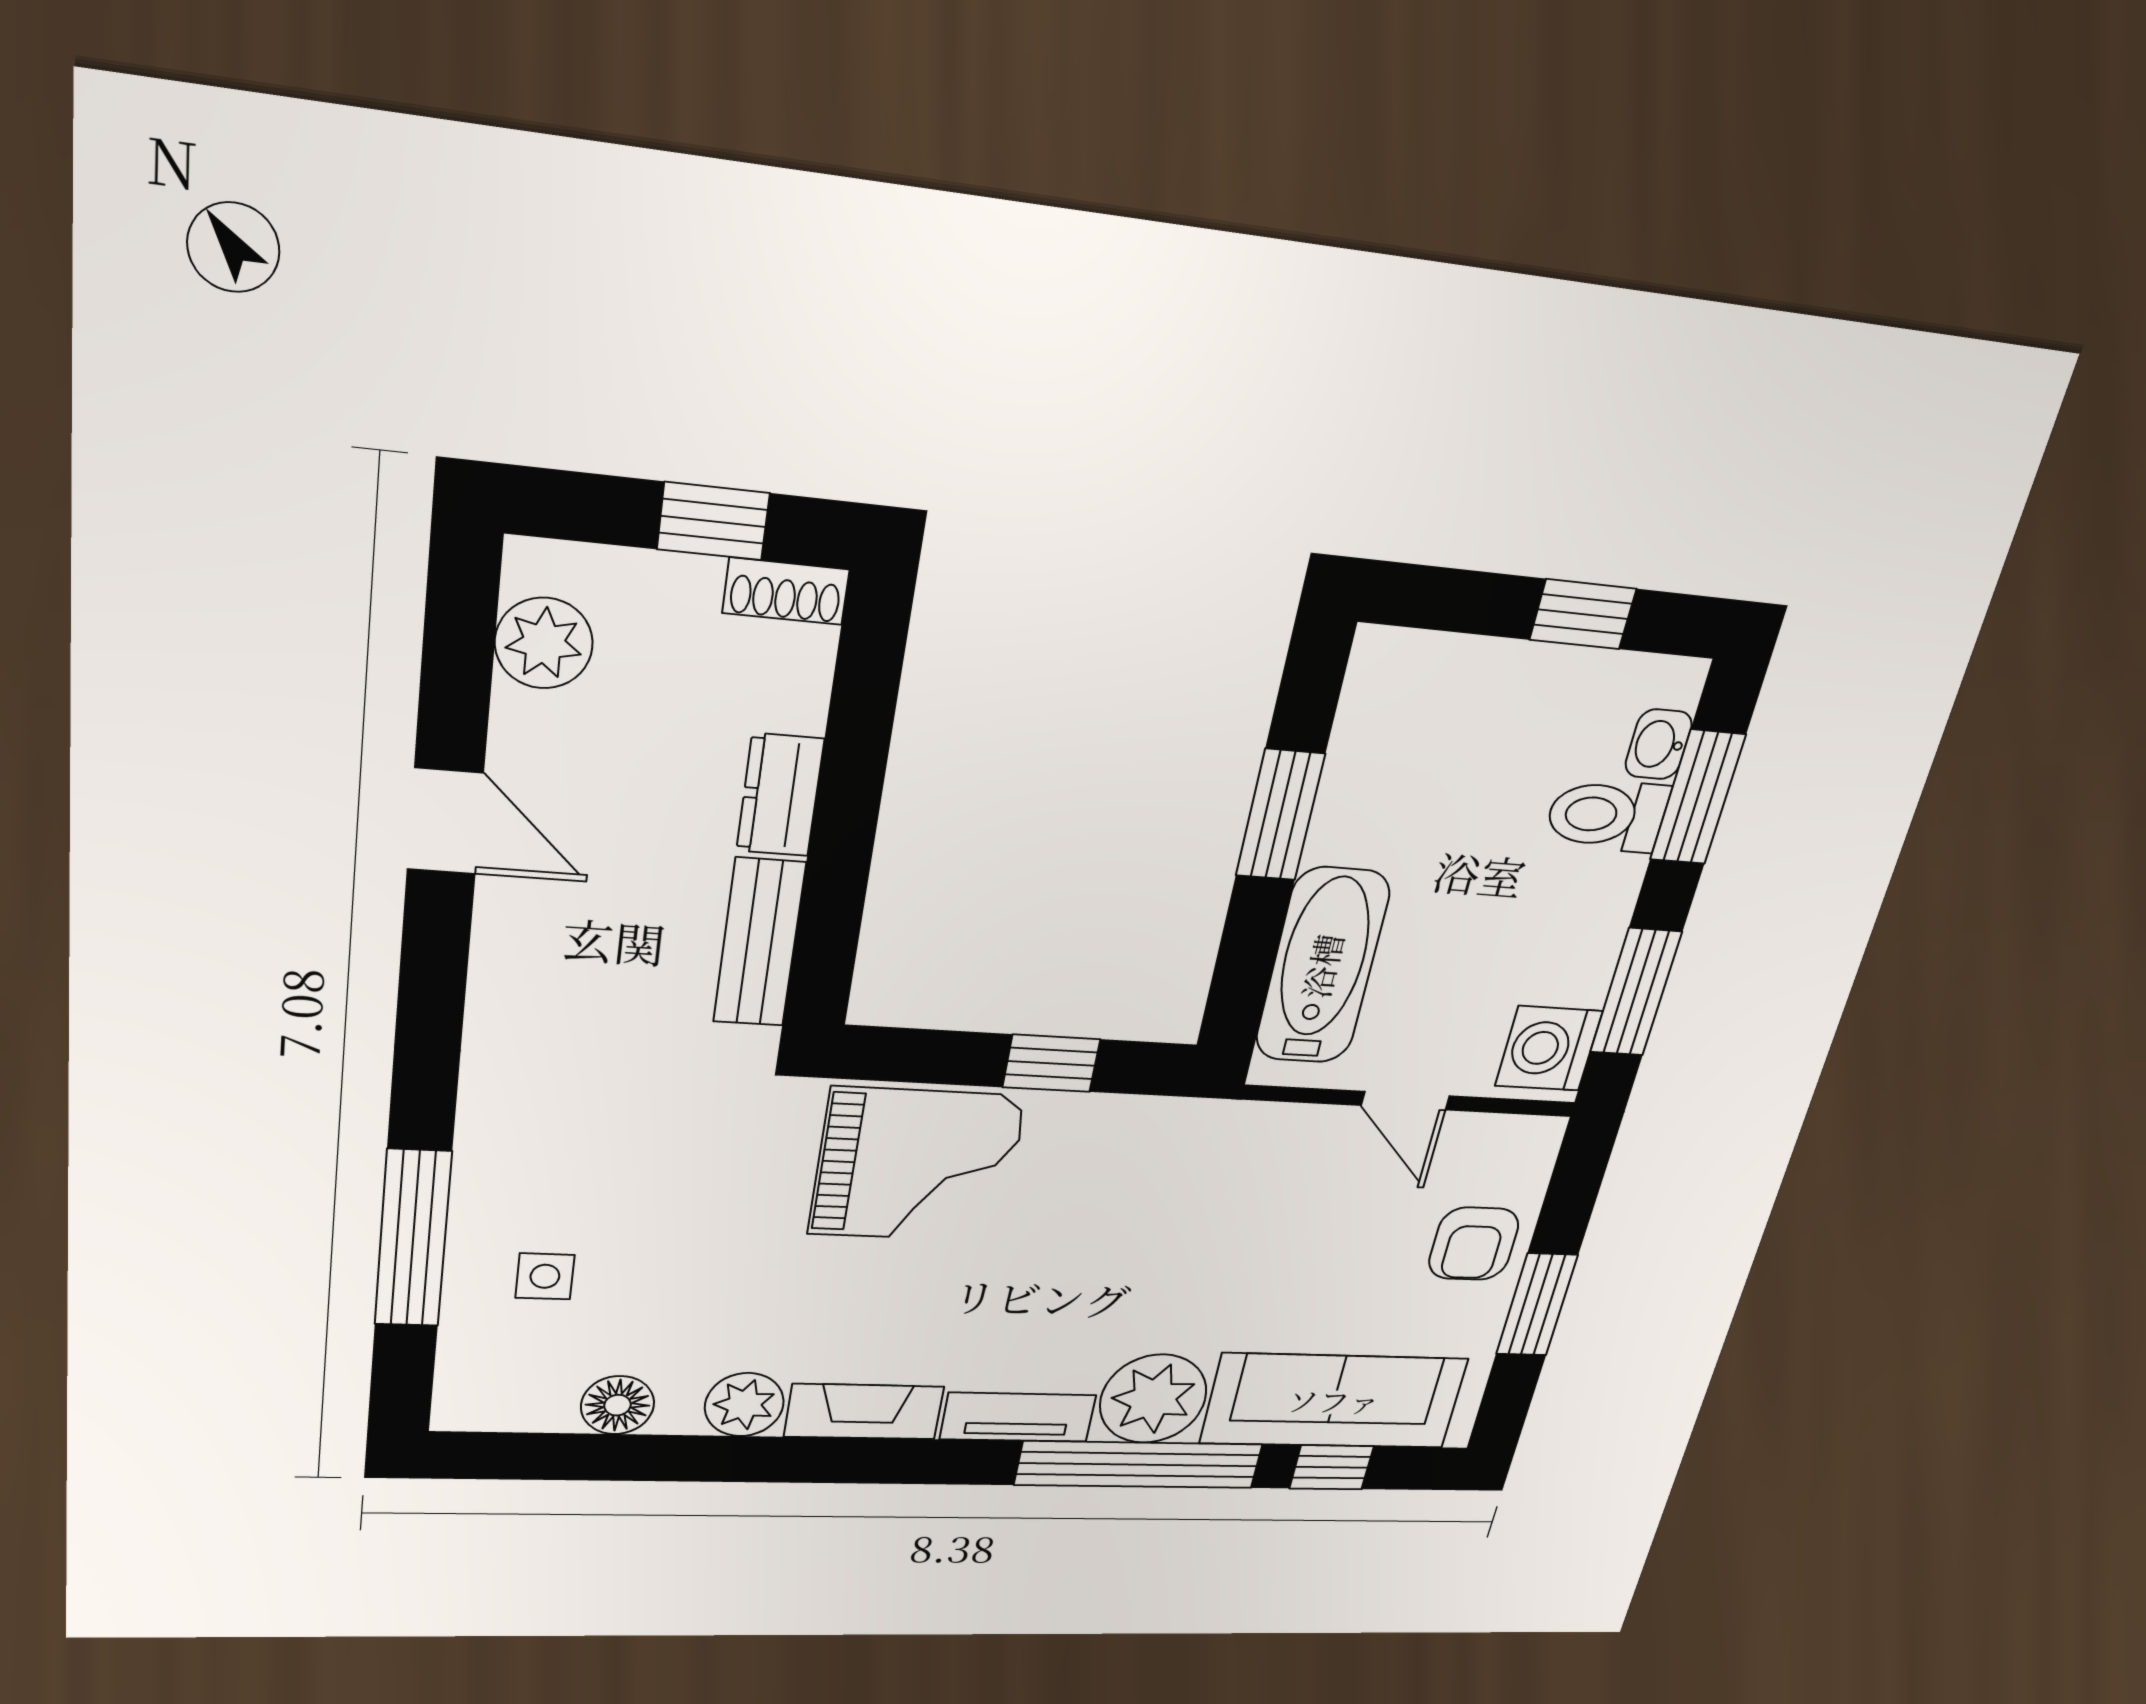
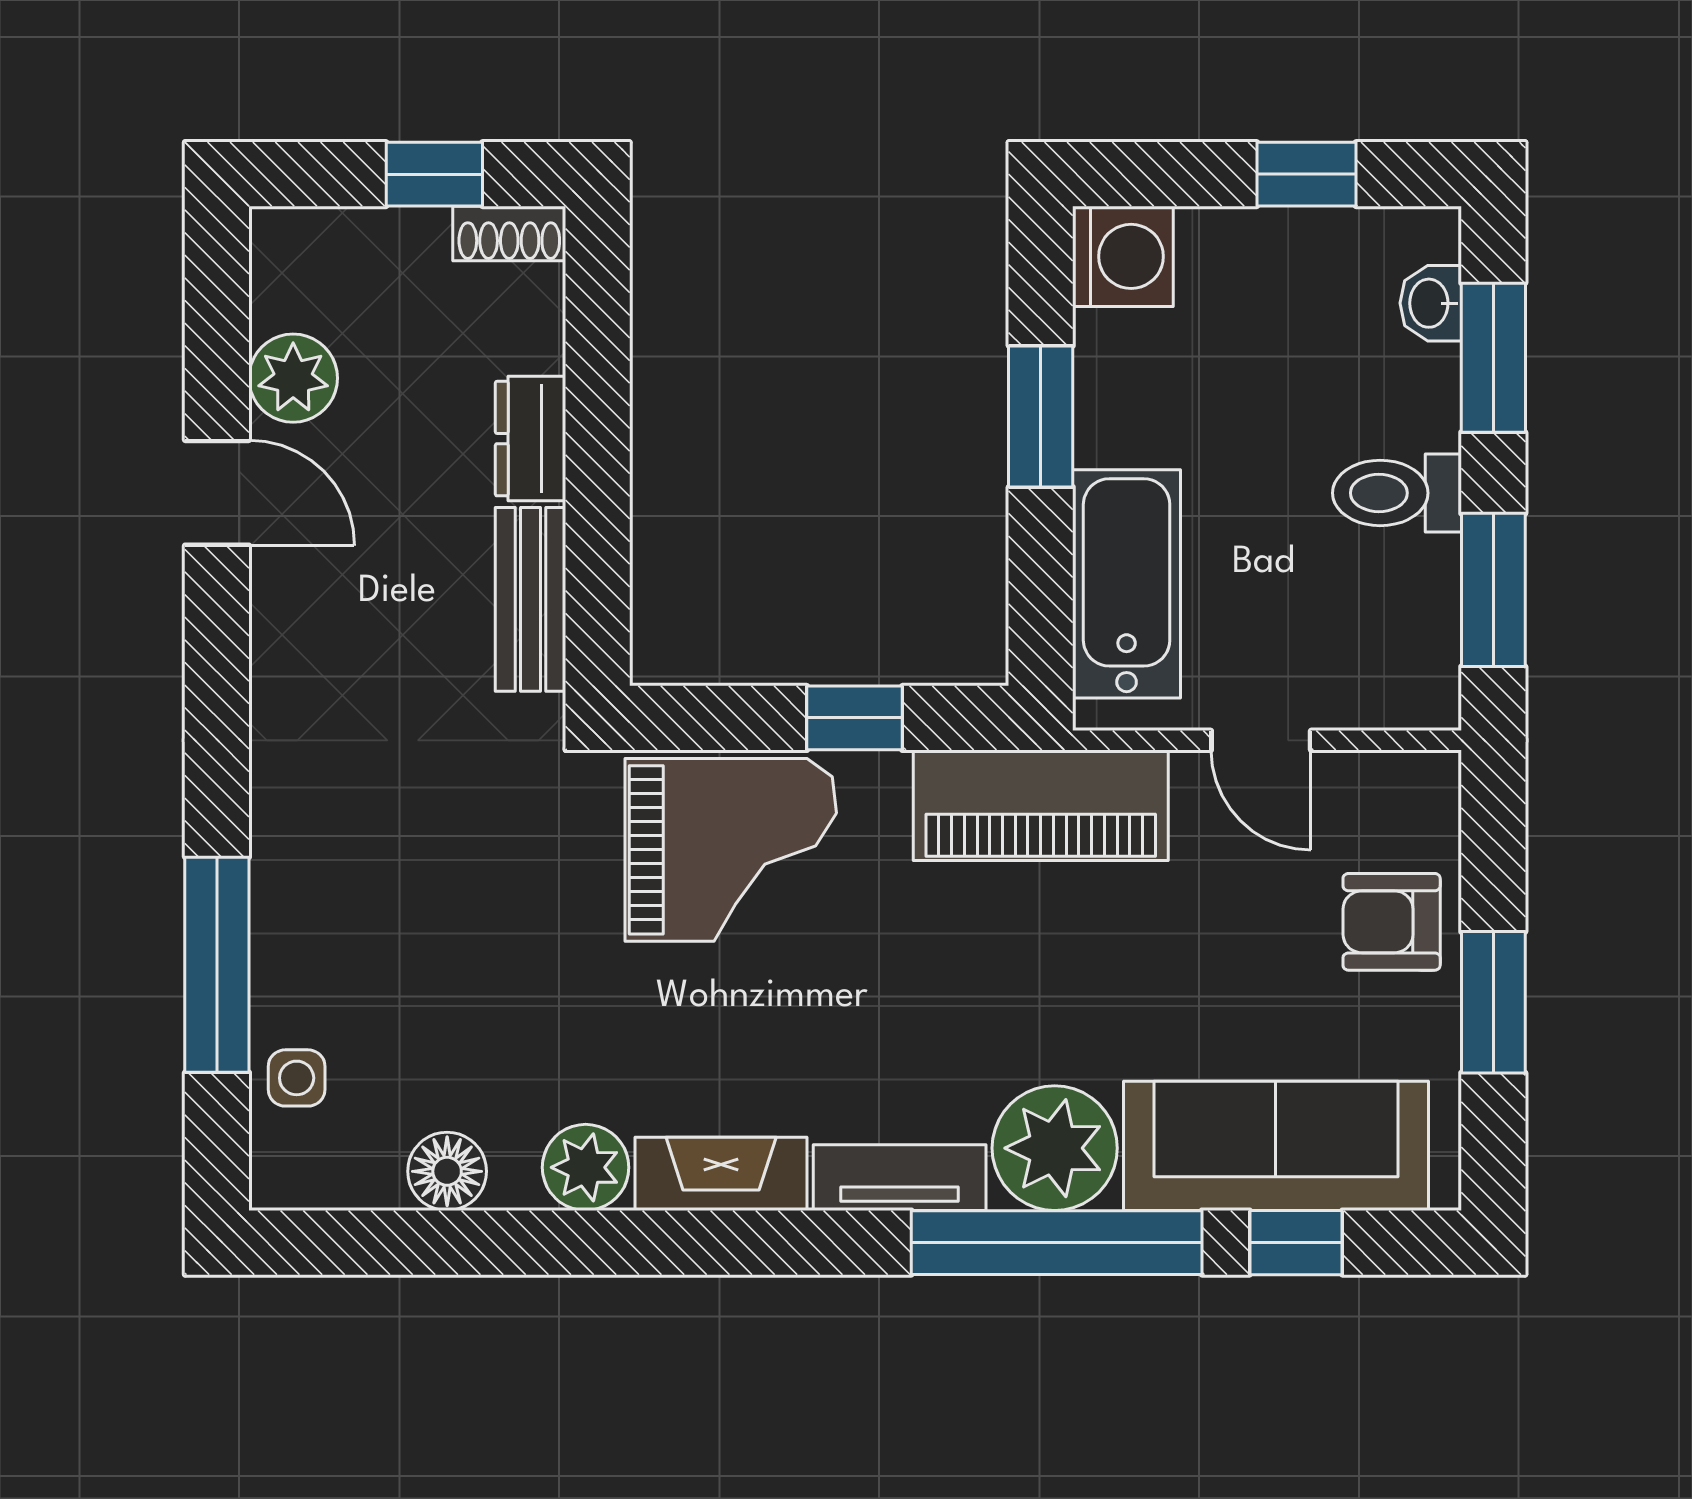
plant: (544, 643) -> (293, 378), moved
toilet: (1607, 815) -> (1397, 493), moved
washing machine: (1549, 1048) -> (1123, 256), moved, turned 180
piano: (1202, 1142) -> (1041, 805), added
armchair: (1474, 1244) -> (1392, 922), turned 90
side table: (545, 1276) -> (297, 1078), moved

